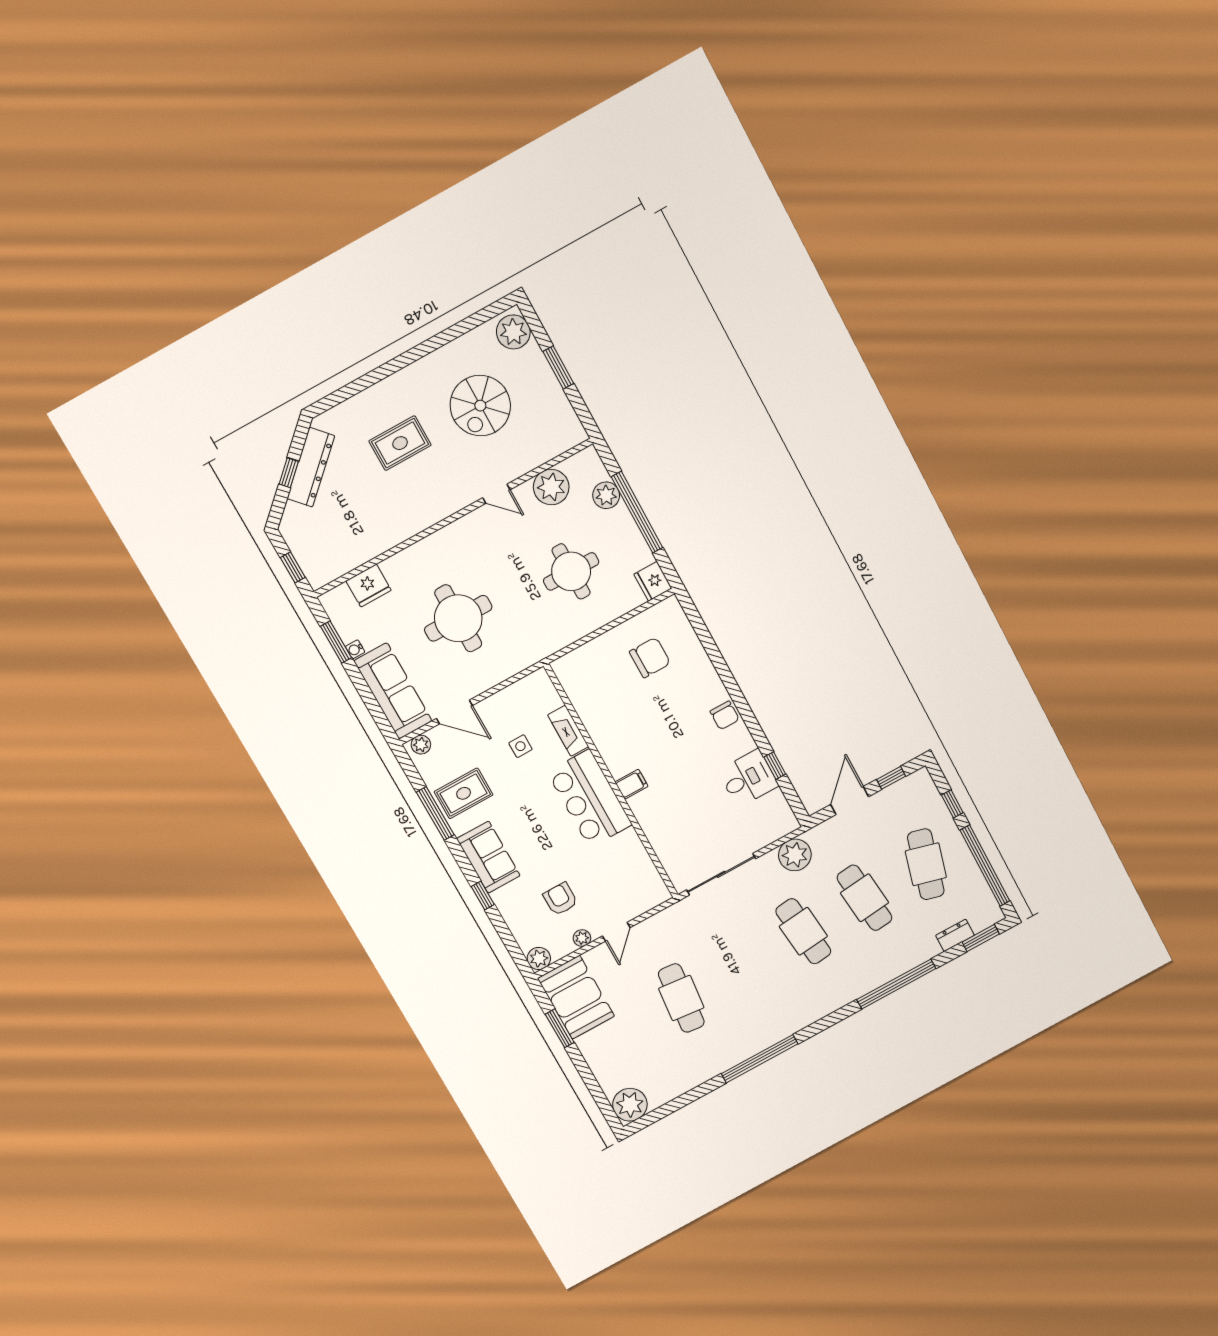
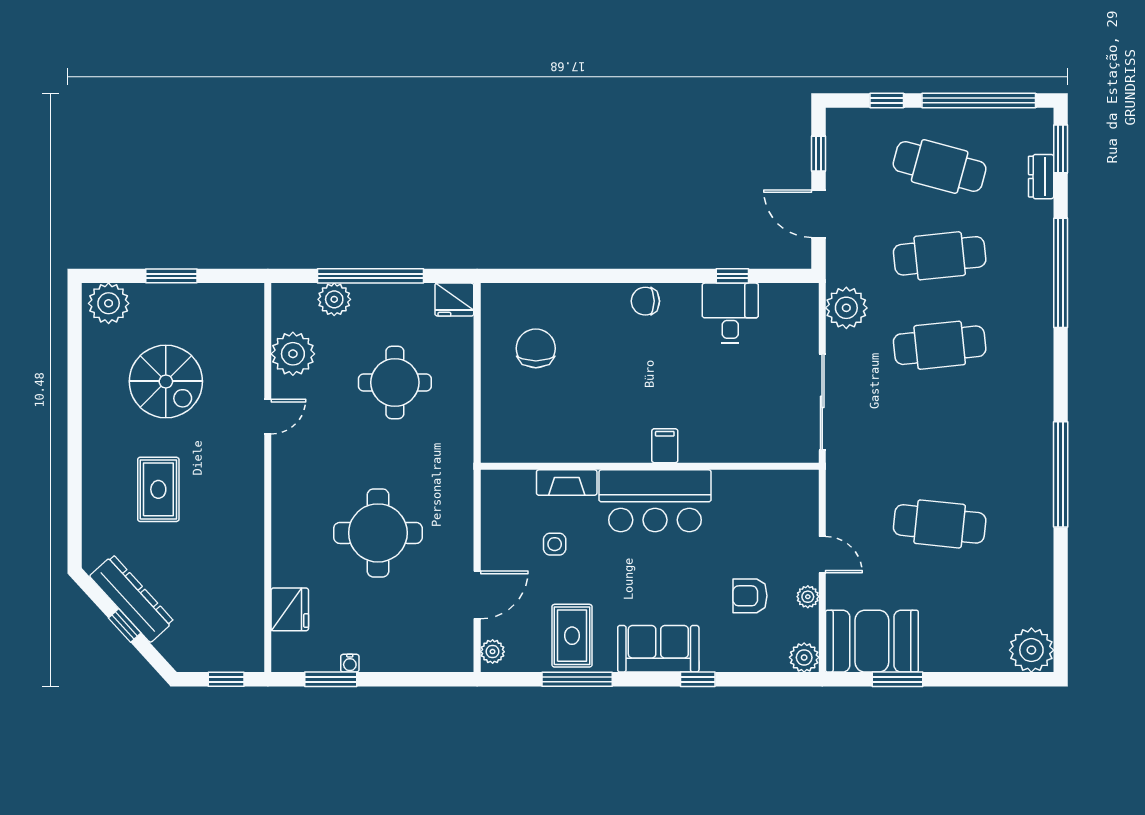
sofa: (393, 691) -> (417, 648), removed
chair: (725, 715) -> (645, 301), turned 180

